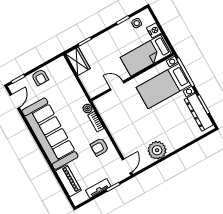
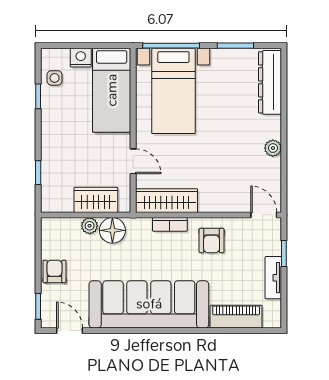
wardrobe: (78, 61) -> (96, 200), moved
armchair: (40, 77) -> (54, 271), turned -90
door: (117, 86) -> (133, 161), swing flipped
floor lamp: (77, 95) -> (112, 230), added
plant: (88, 109) -> (90, 226), moved
dresser: (199, 112) -> (270, 82), moved, turned 90
wardrobe: (107, 113) -> (167, 201), added
plant: (157, 150) -> (273, 148), width x0.53, depth x0.53

